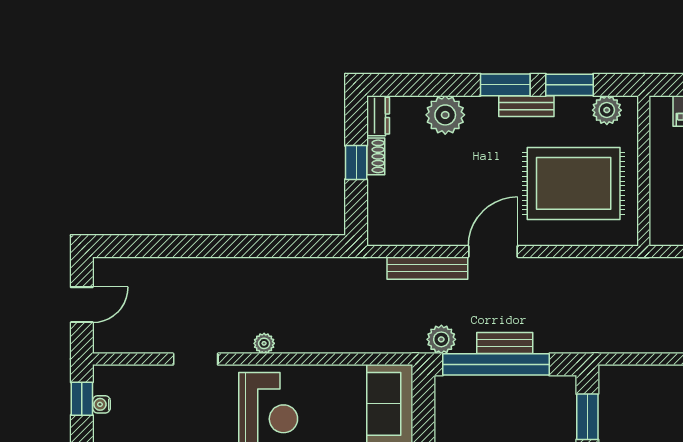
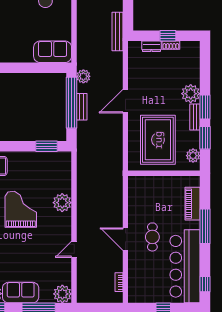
plant: (445, 115) -> (191, 94), moved
dresser: (378, 116) -> (151, 46), moved
door: (493, 251) -> (125, 101), swing flipped
bench: (427, 268) -> (117, 32), moved

